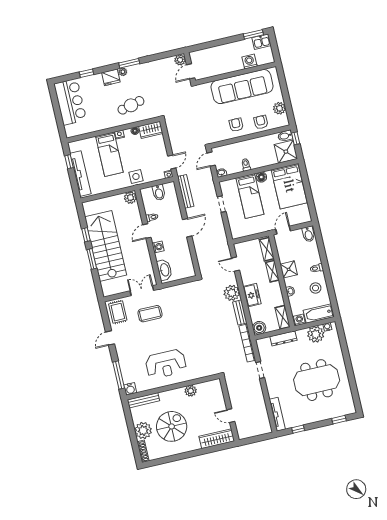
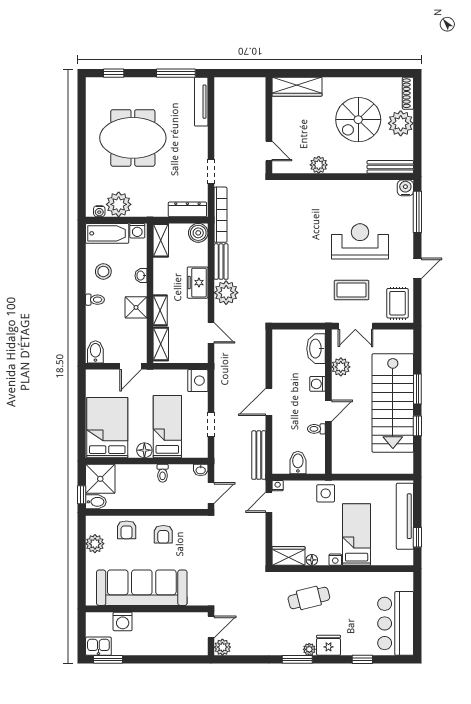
plant: (130, 198) -> (341, 367), moved
nightstand: (237, 231) -> (198, 381), added
dresser: (283, 338) -> (187, 209), moved
reception desk: (166, 364) -> (360, 241), moved
door: (231, 416) -> (269, 151), moved
window: (298, 429) -> (176, 73), width x2.17

